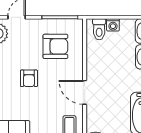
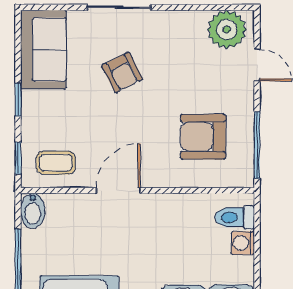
armchair: (55, 46) -> (203, 137), turned 90
armchair: (29, 78) -> (122, 72), moved, turned -117

